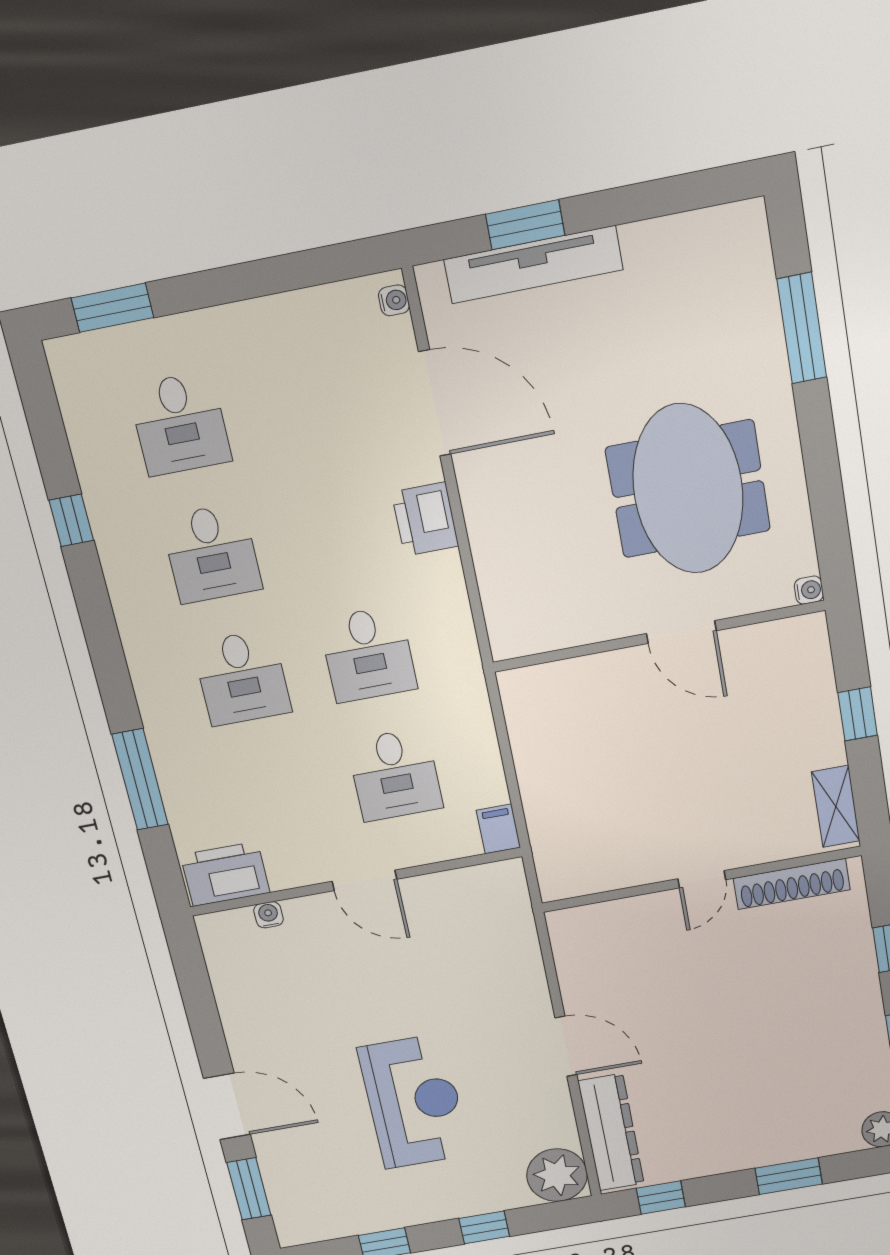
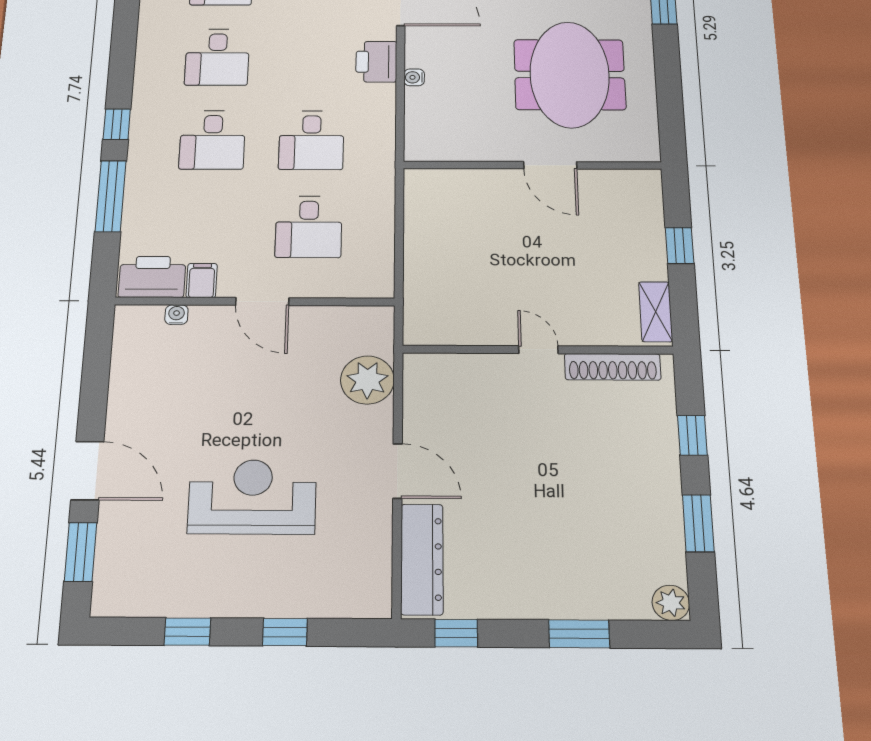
window: (71, 520) -> (117, 124), moved
water cooler: (809, 590) -> (414, 77), moved, turned 180
filing cabinet: (498, 829) -> (202, 281), moved
door: (702, 879) -> (538, 350), swing flipped
reception desk: (414, 1102) -> (252, 497), turned -90
plant: (557, 1175) -> (367, 380), moved

